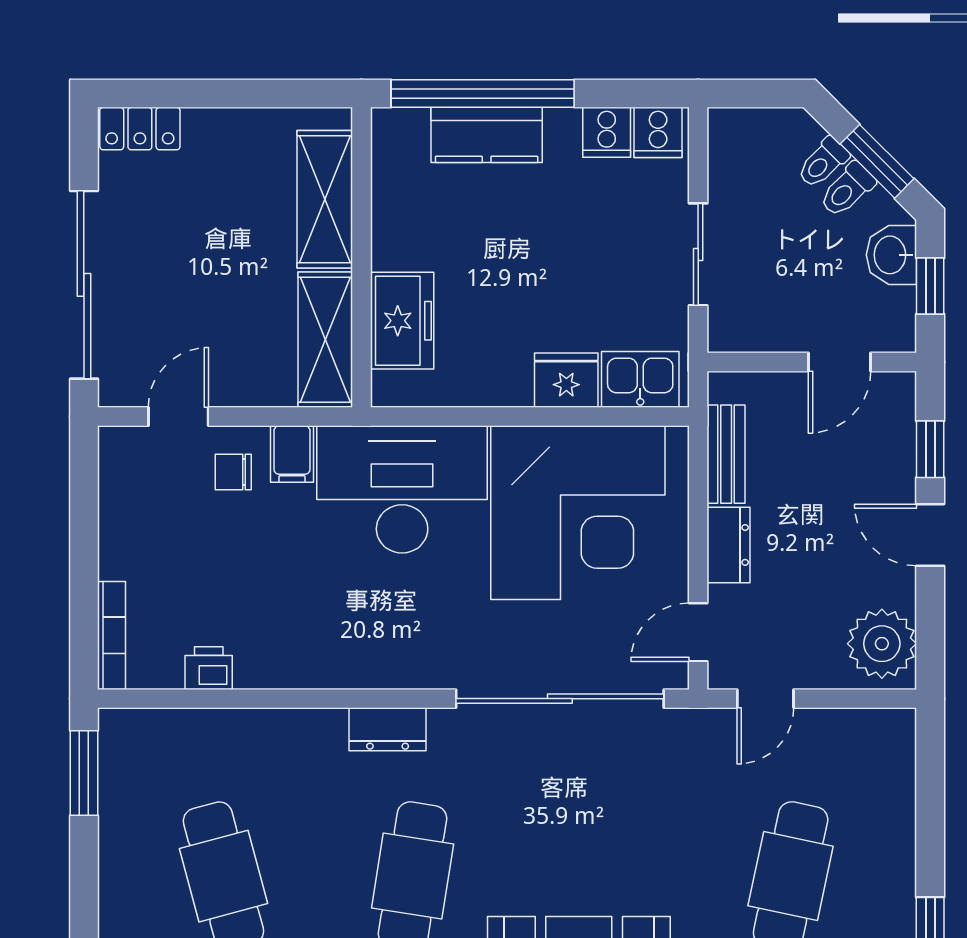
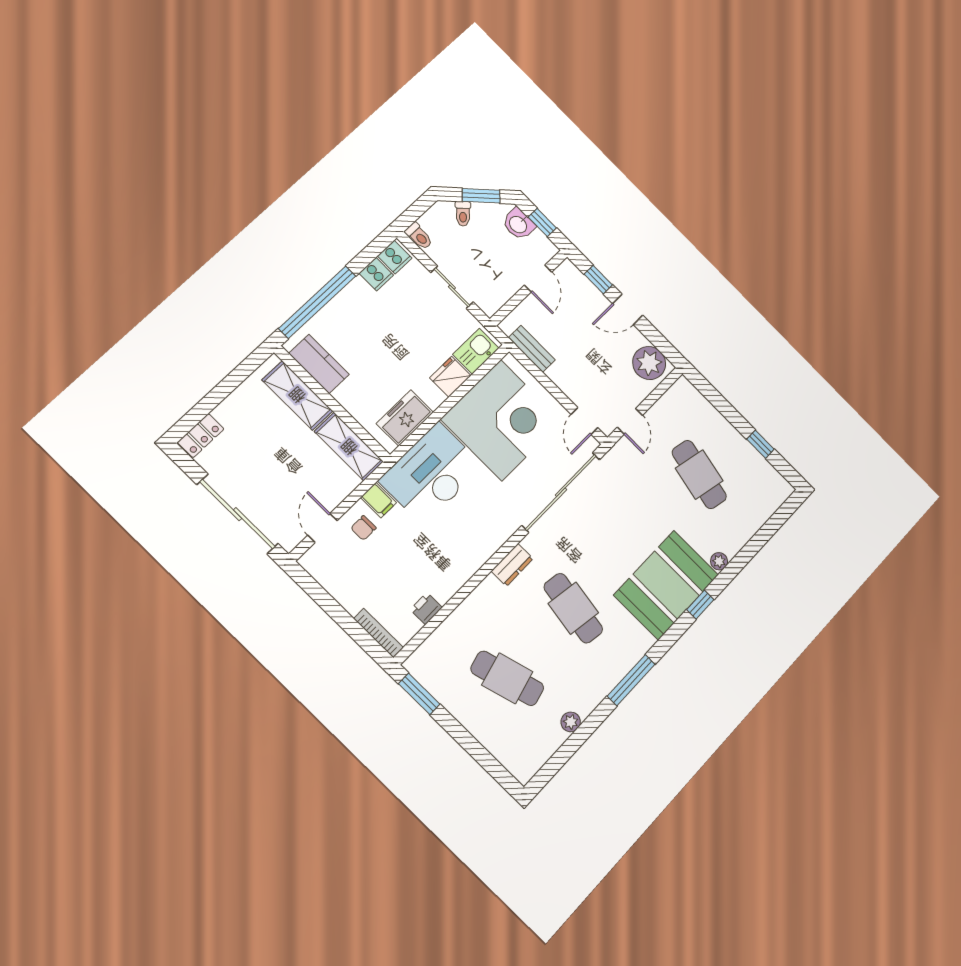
kitchen counter: (487, 135) -> (319, 364), moved, turned -90
toilet: (847, 190) -> (419, 236), moved, turned -45
freezer: (402, 321) -> (405, 418), moved, turned -90
dresser: (729, 545) -> (564, 380), removed

